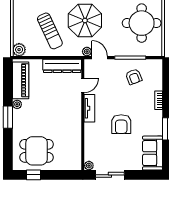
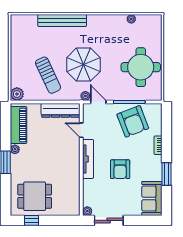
armchair: (134, 77) -> (133, 121), width x1.88, depth x1.88
door: (83, 85) -> (81, 130), swing flipped
tv unit: (89, 108) -> (88, 159), width x1.41

